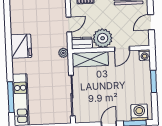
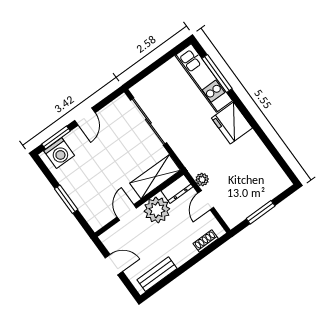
door: (151, 22) -> (114, 265), hinge flipped
fridge: (21, 46) -> (232, 123), moved
plant: (63, 53) -> (202, 180), moved
washing machine: (145, 55) -> (96, 222), removed

